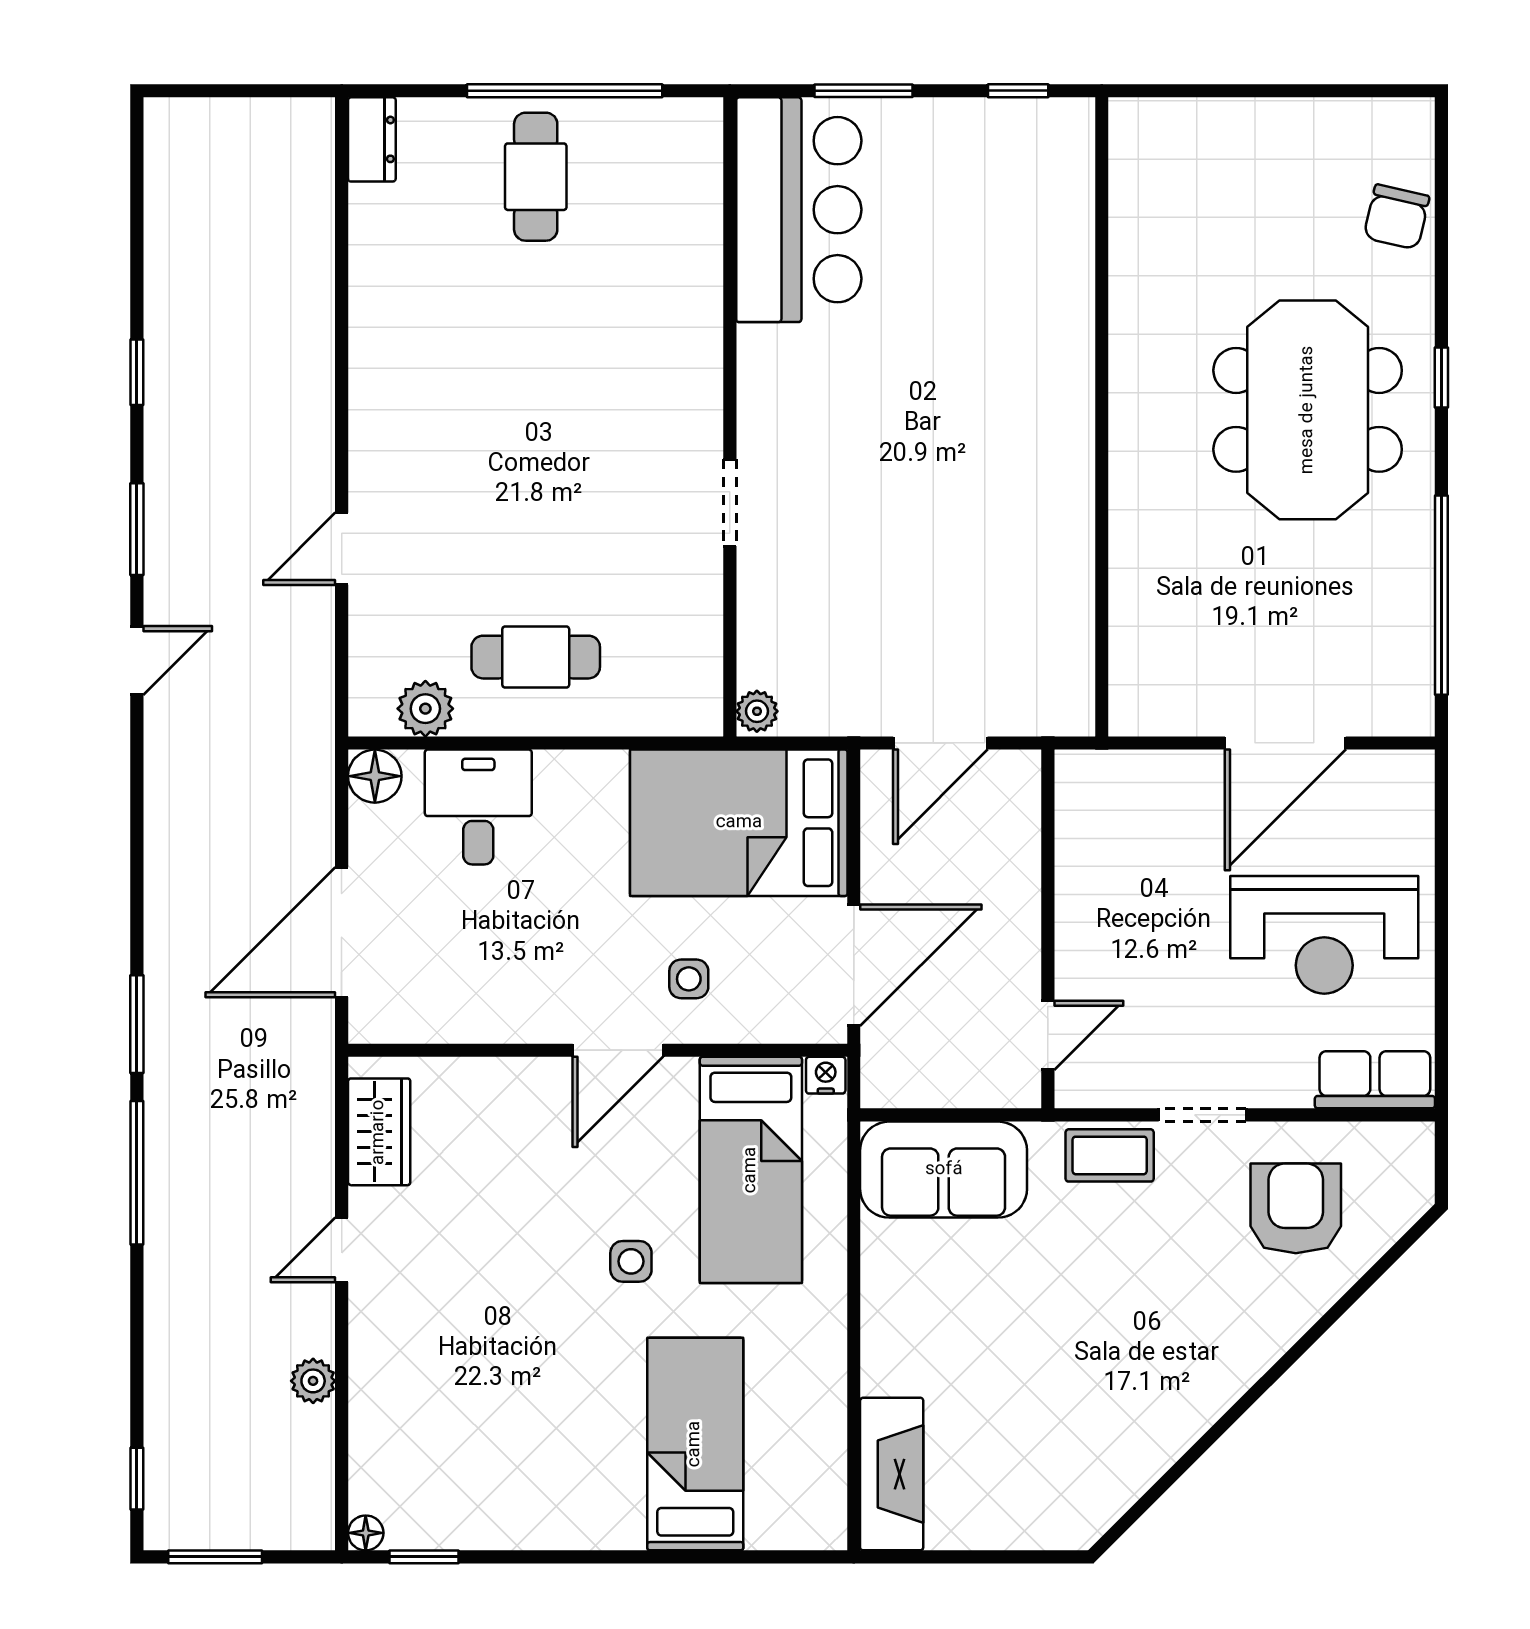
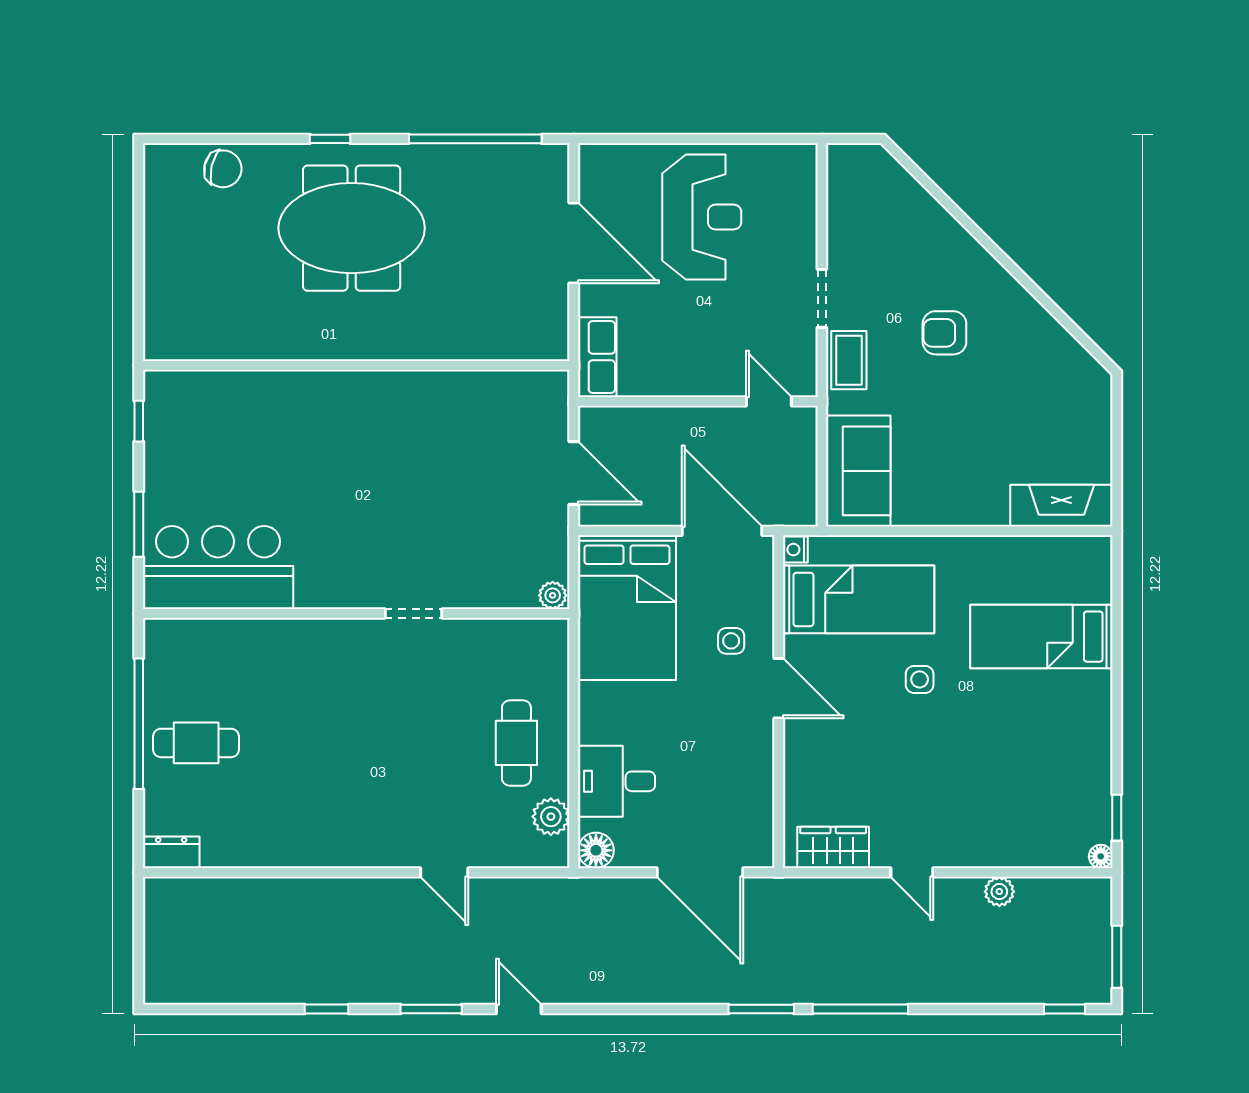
row of seats: (1375, 1080) -> (597, 357), moved, turned 180
armchair: (1296, 1208) -> (944, 333), moved, width x0.72, depth x0.72

